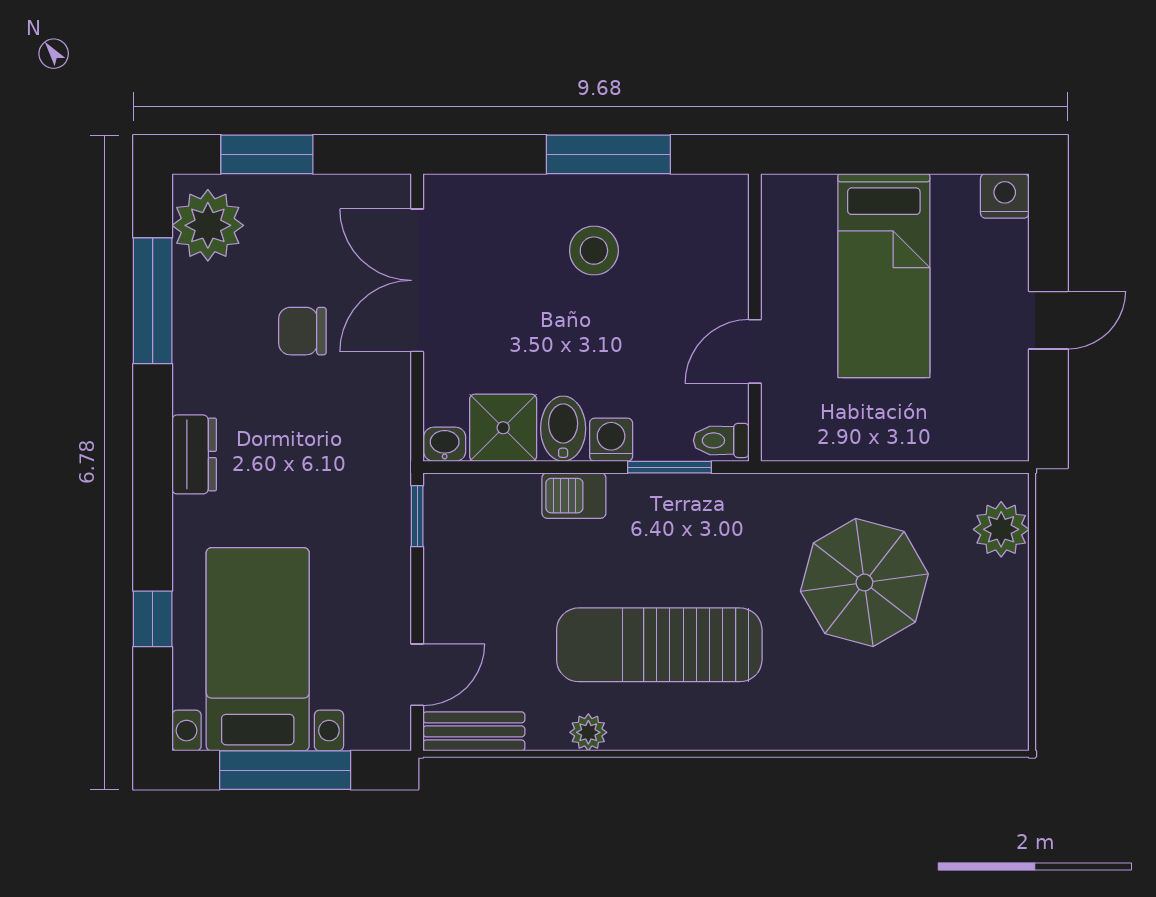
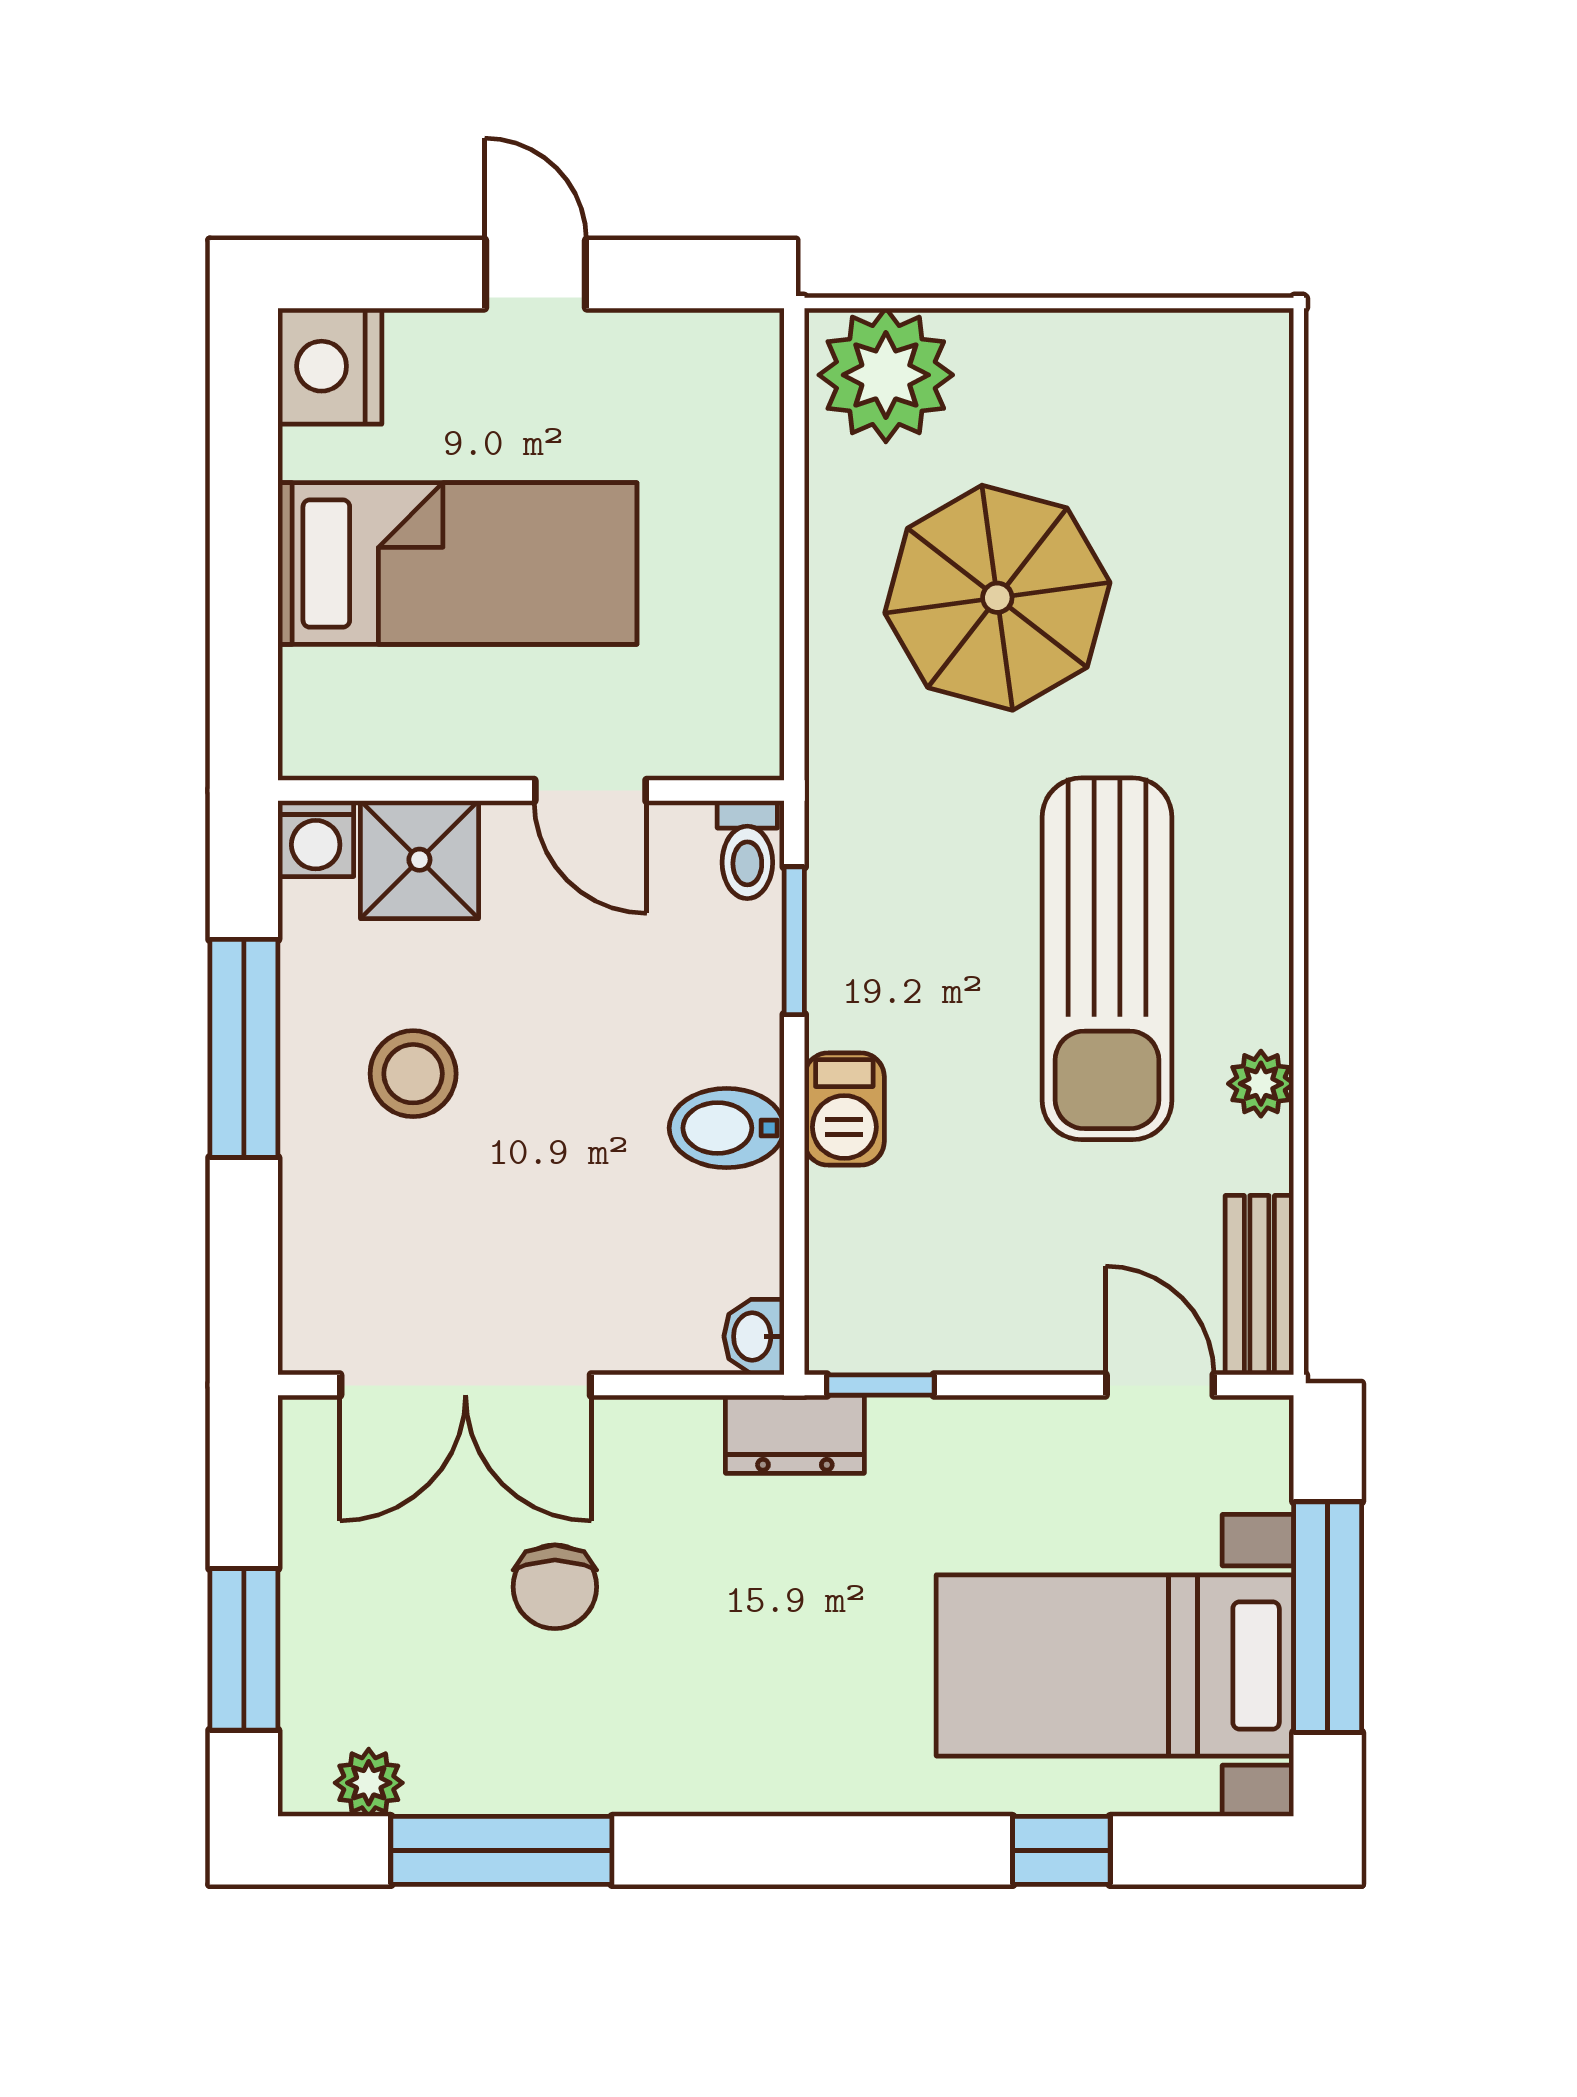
nightstand: (1005, 196) -> (330, 366), width x1.36, depth x1.33
plant: (208, 225) -> (369, 1783), width x0.53, depth x0.53
shower: (503, 428) -> (419, 860), moved
washing machine: (611, 440) -> (316, 839), moved, turned -90
dresser: (194, 454) -> (795, 1434), moved, turned 180
plant: (1001, 529) -> (886, 375), width x1.36, depth x1.36

